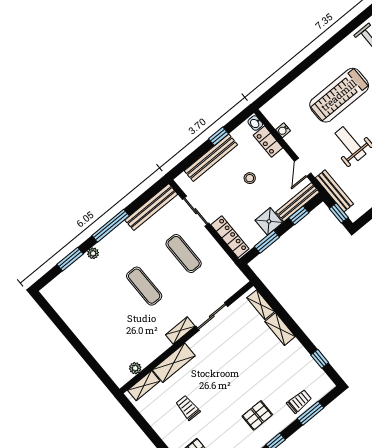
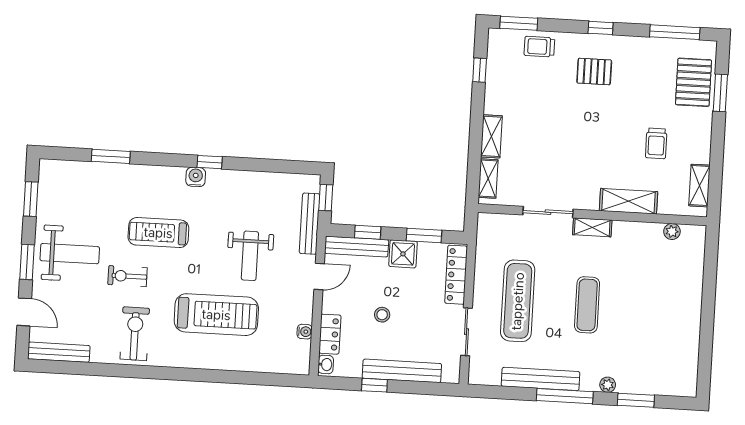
bench: (151, 207) -> (541, 379), moved
exercise mat: (184, 253) -> (518, 301), width x1.36, depth x1.45
shelving: (144, 386) -> (699, 186), moved, turned 90
window: (310, 413) -> (519, 23), moved

